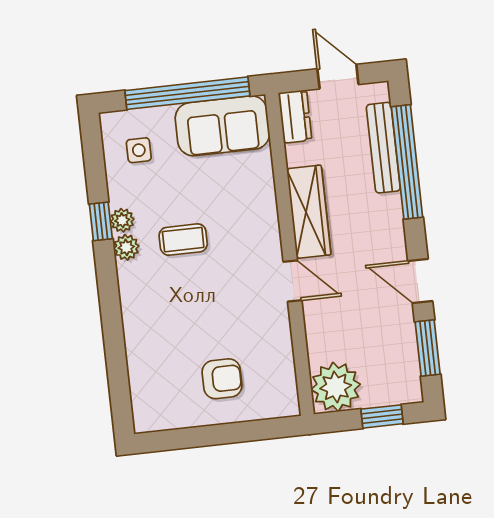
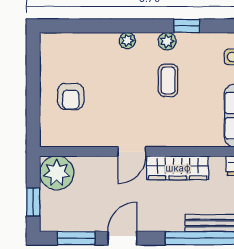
plant: (122, 220) -> (127, 40), moved

